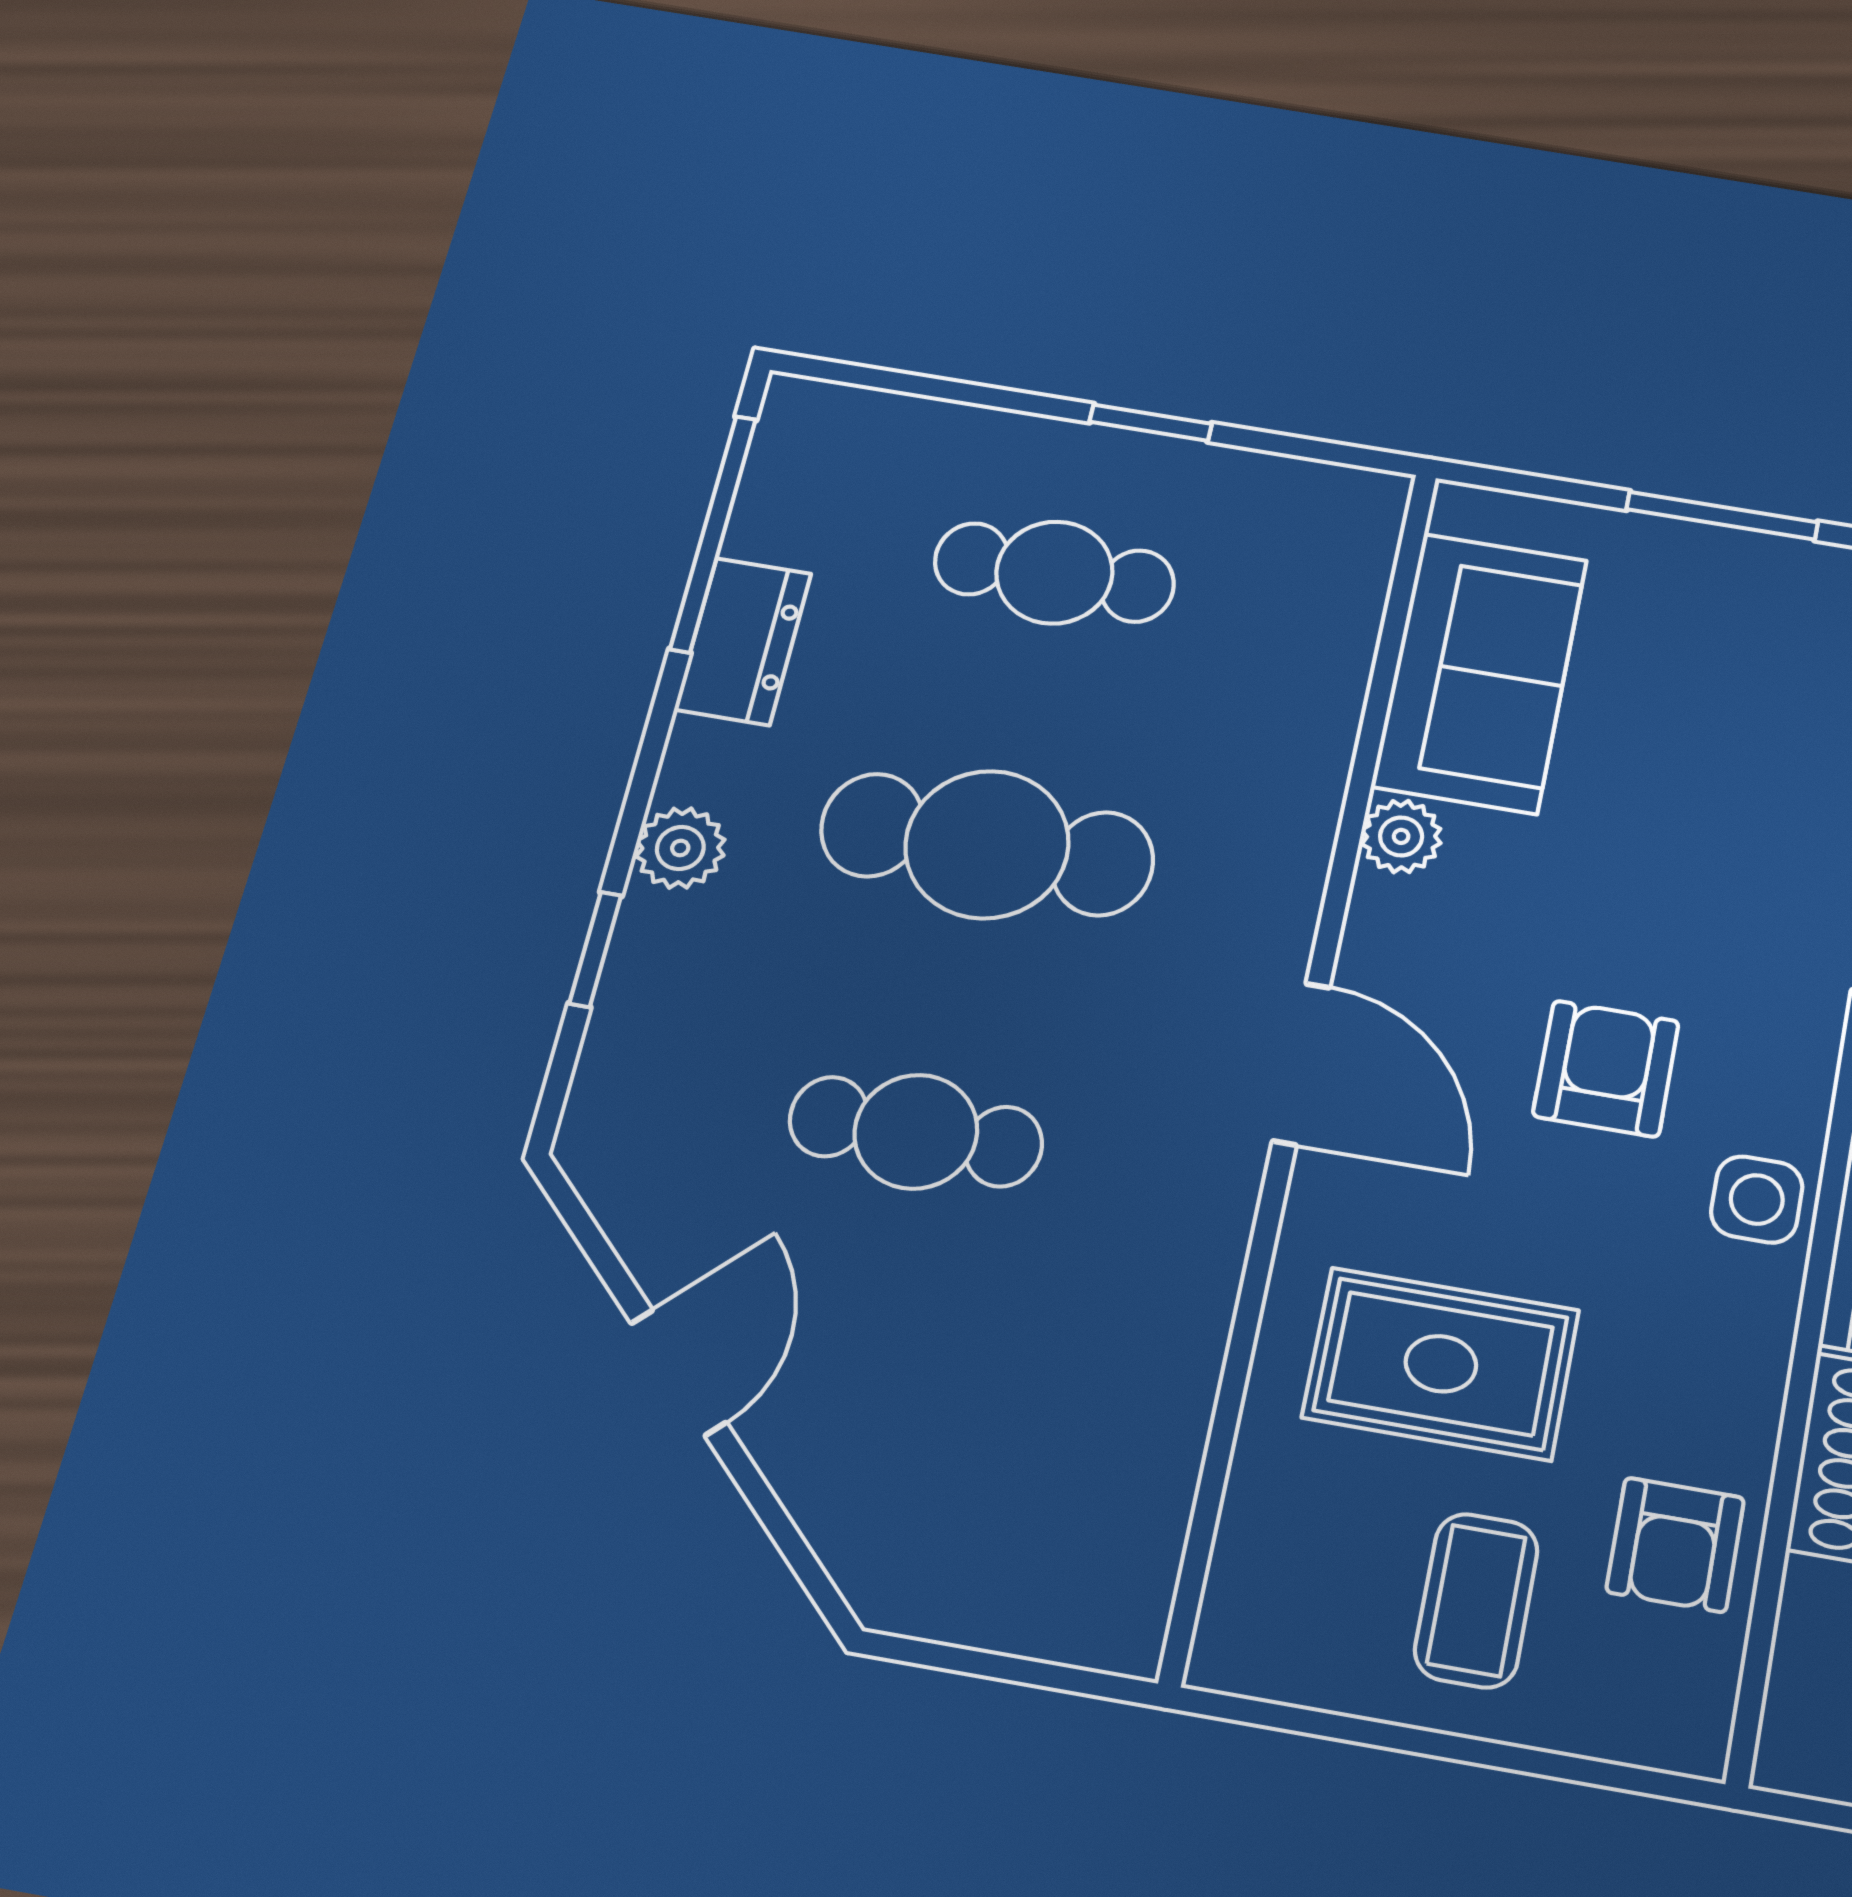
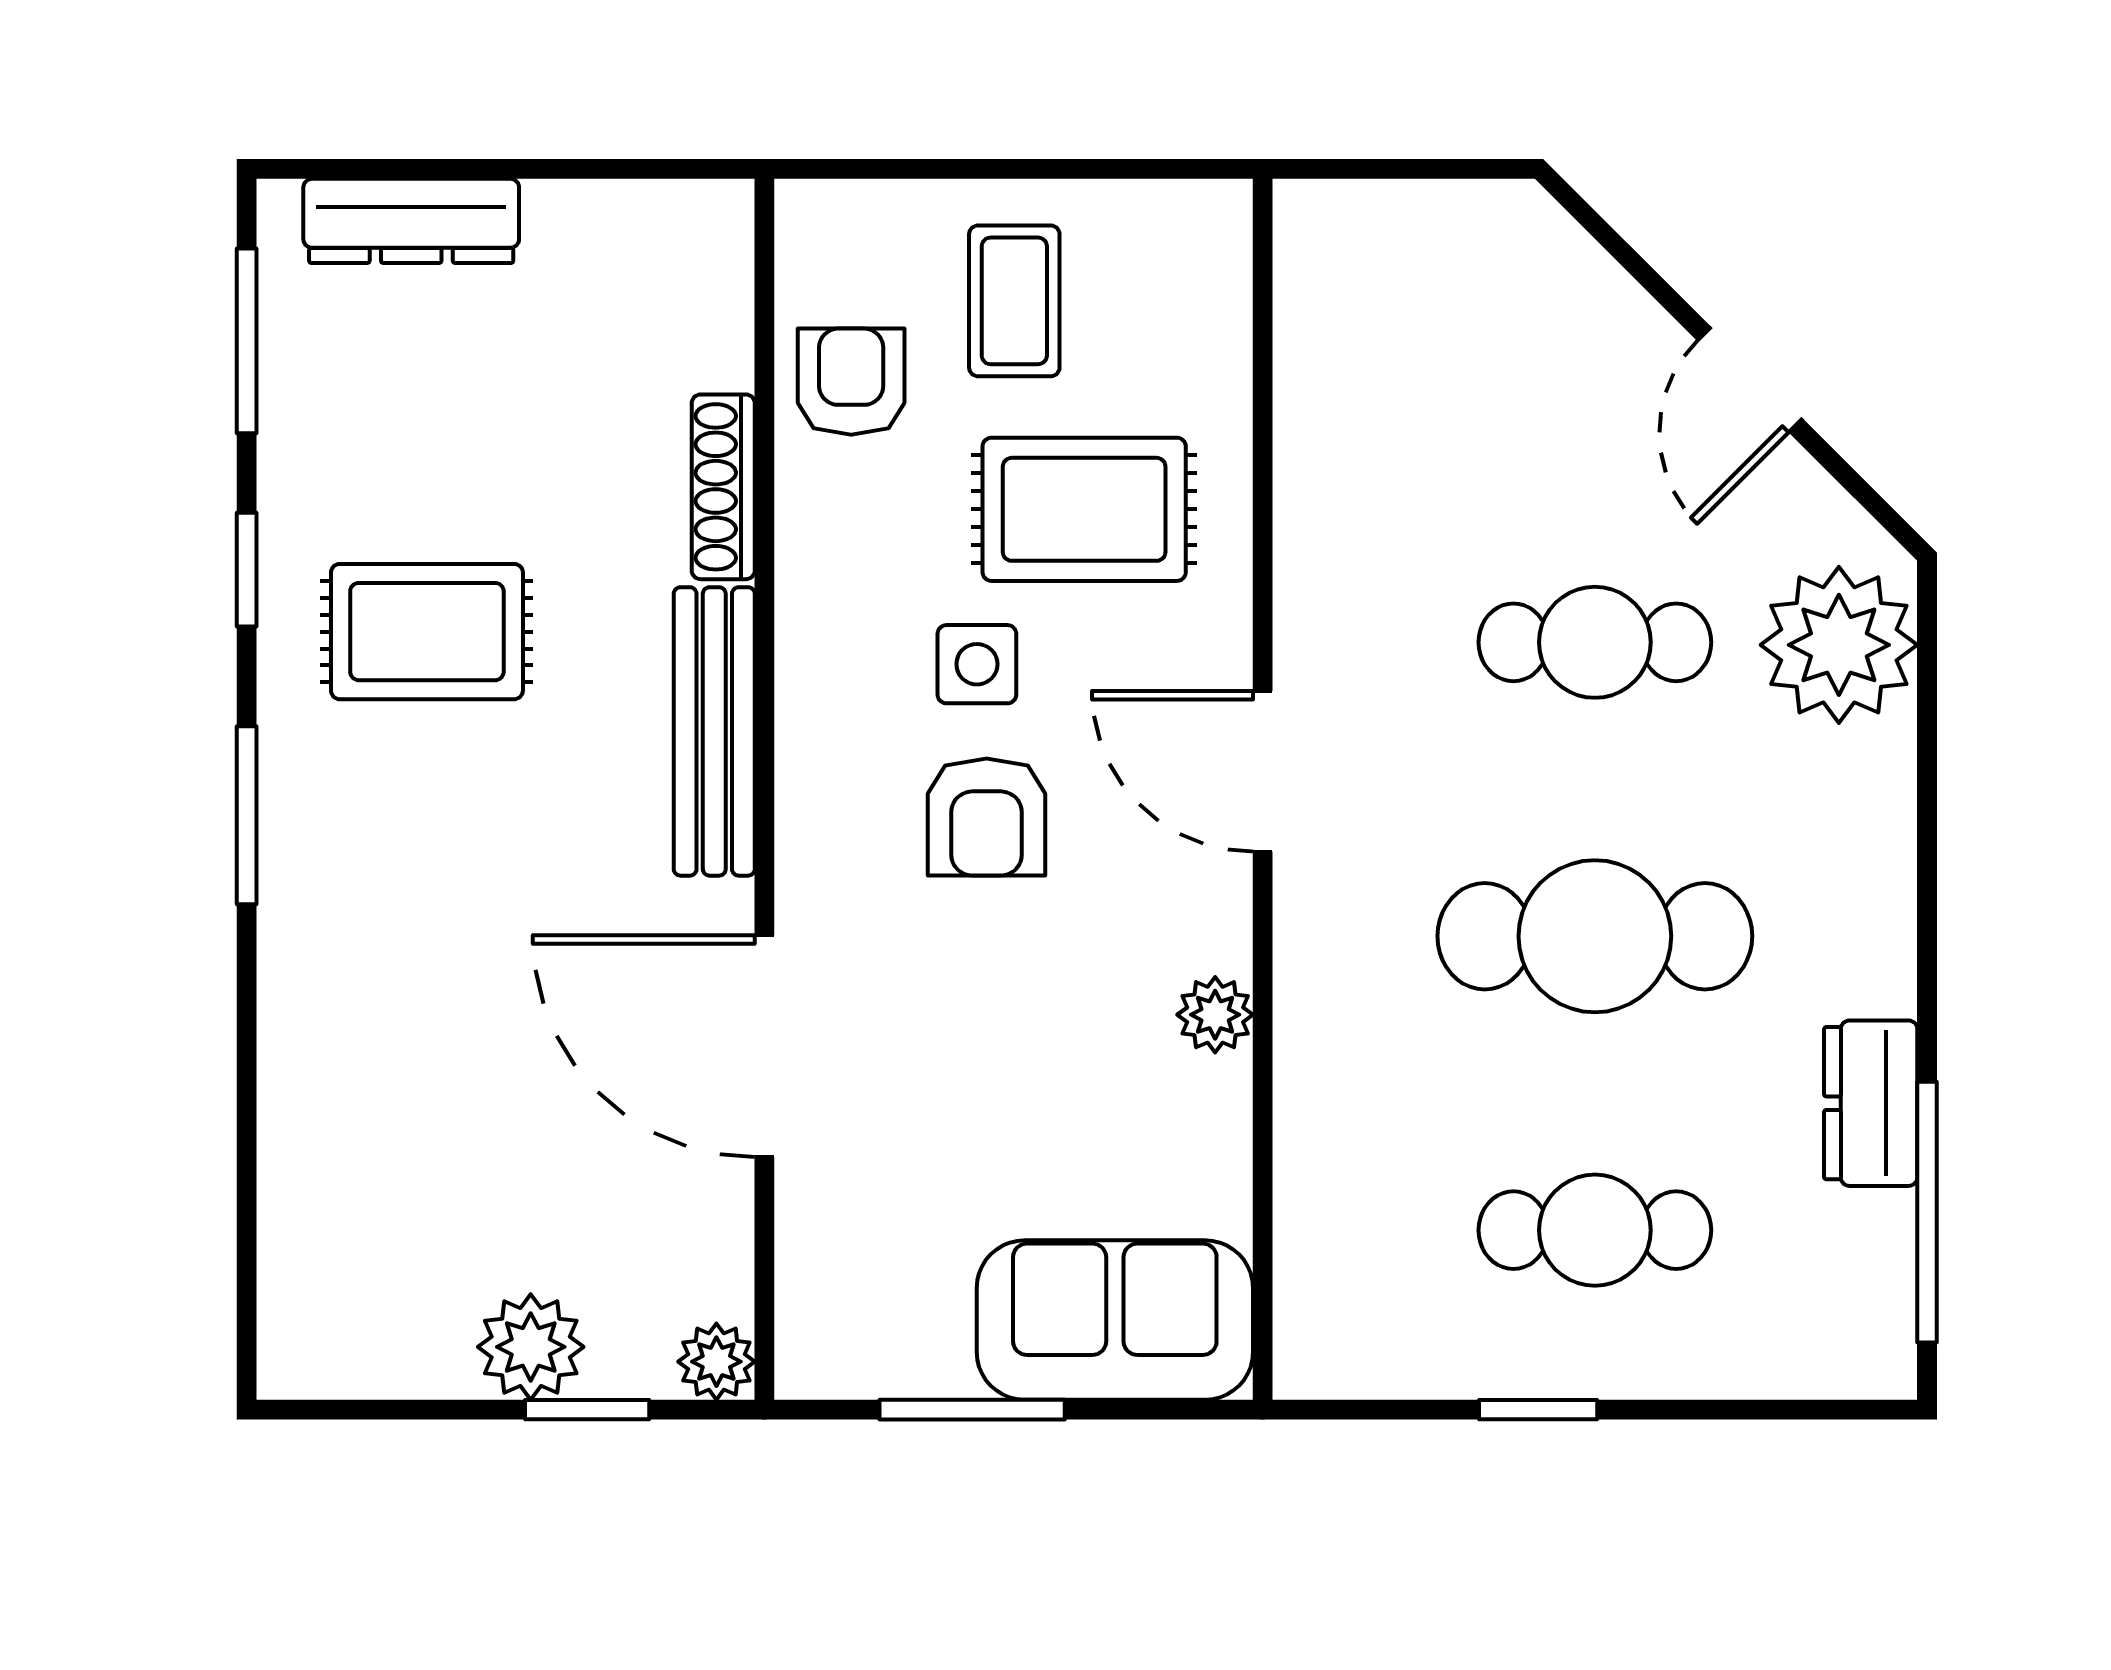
sofa: (1480, 672) -> (1115, 1320), moved, turned 90
plant: (680, 848) -> (1839, 645), moved, width x1.87, depth x1.87
window: (595, 949) -> (1927, 766), removed
side table: (1757, 1199) -> (977, 664), moved

